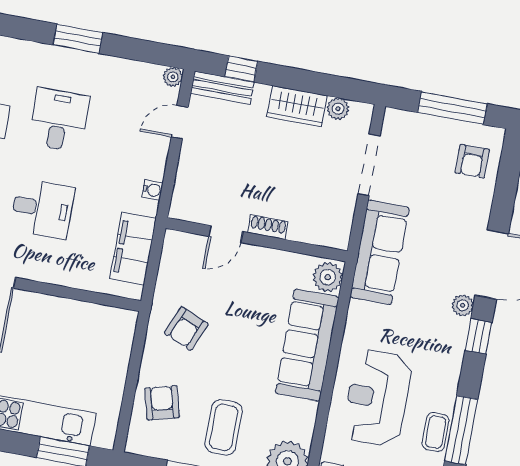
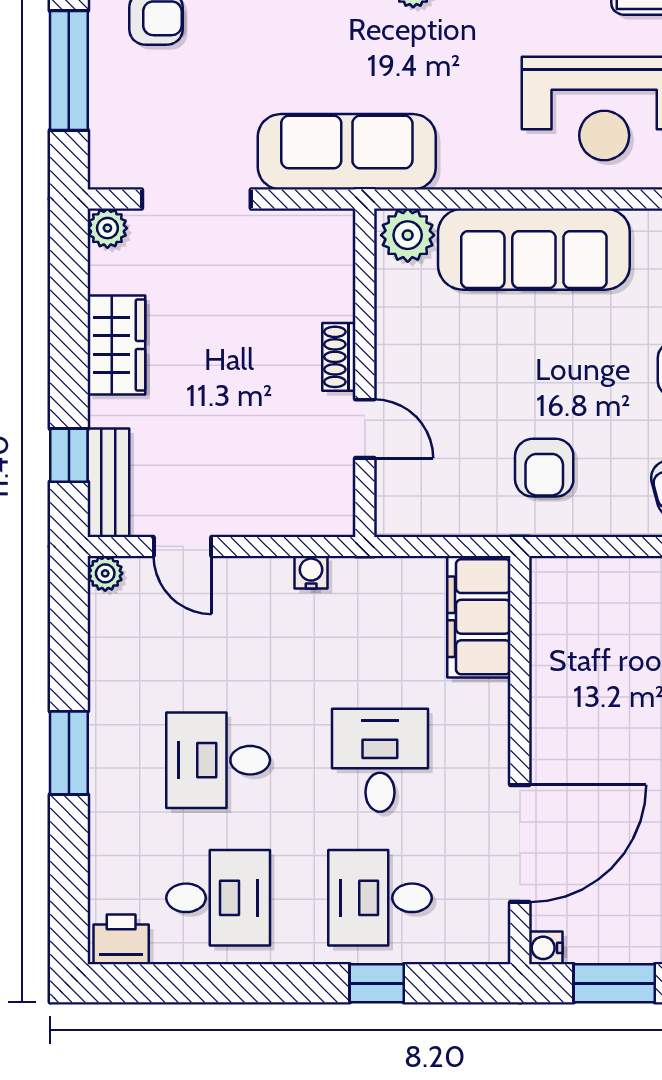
plant: (338, 109) -> (107, 228), moved
filing cabinet: (133, 249) -> (479, 617), moved, turned 90
armchair: (186, 328) -> (544, 468), turned 67

